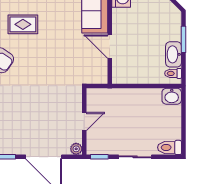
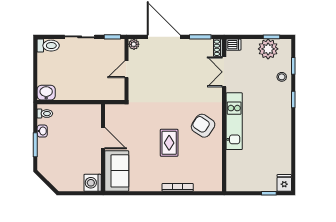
rug: (23, 24) -> (169, 143), moved, turned 90
washbasin: (174, 54) -> (42, 131), width x0.52, depth x0.69

